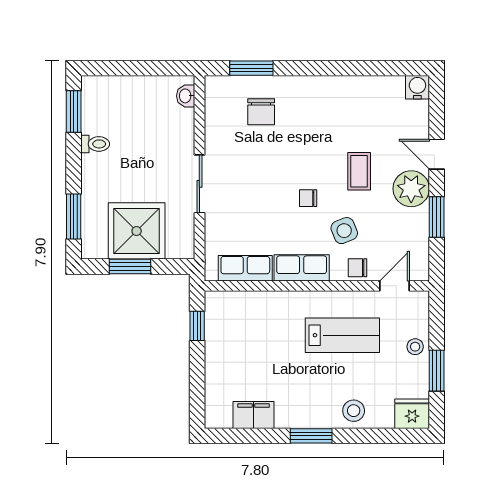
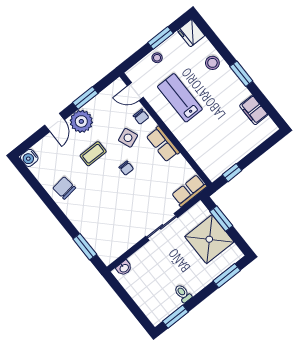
chair: (261, 112) -> (64, 188), moved, turned -97
window: (130, 267) -> (221, 219), moved
row of seats: (245, 268) -> (189, 191), moved, turned 90

